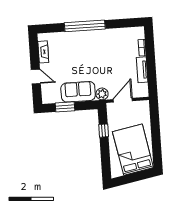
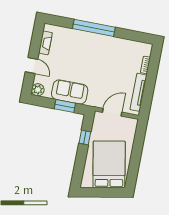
tv unit: (142, 70) -> (138, 92), width x1.41
plant: (102, 94) -> (38, 90), moved
window: (65, 107) -> (65, 106), moved

